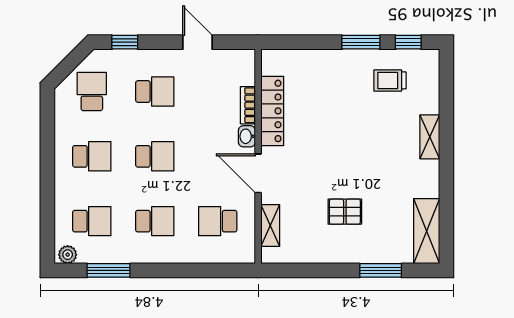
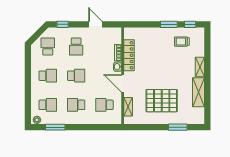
school desk: (155, 92) -> (76, 47), turned 90
pallet: (345, 212) -> (162, 101), width x2.05, depth x2.00
school desk: (155, 221) -> (76, 105), turned 180
shelving: (427, 231) -> (198, 92), moved

